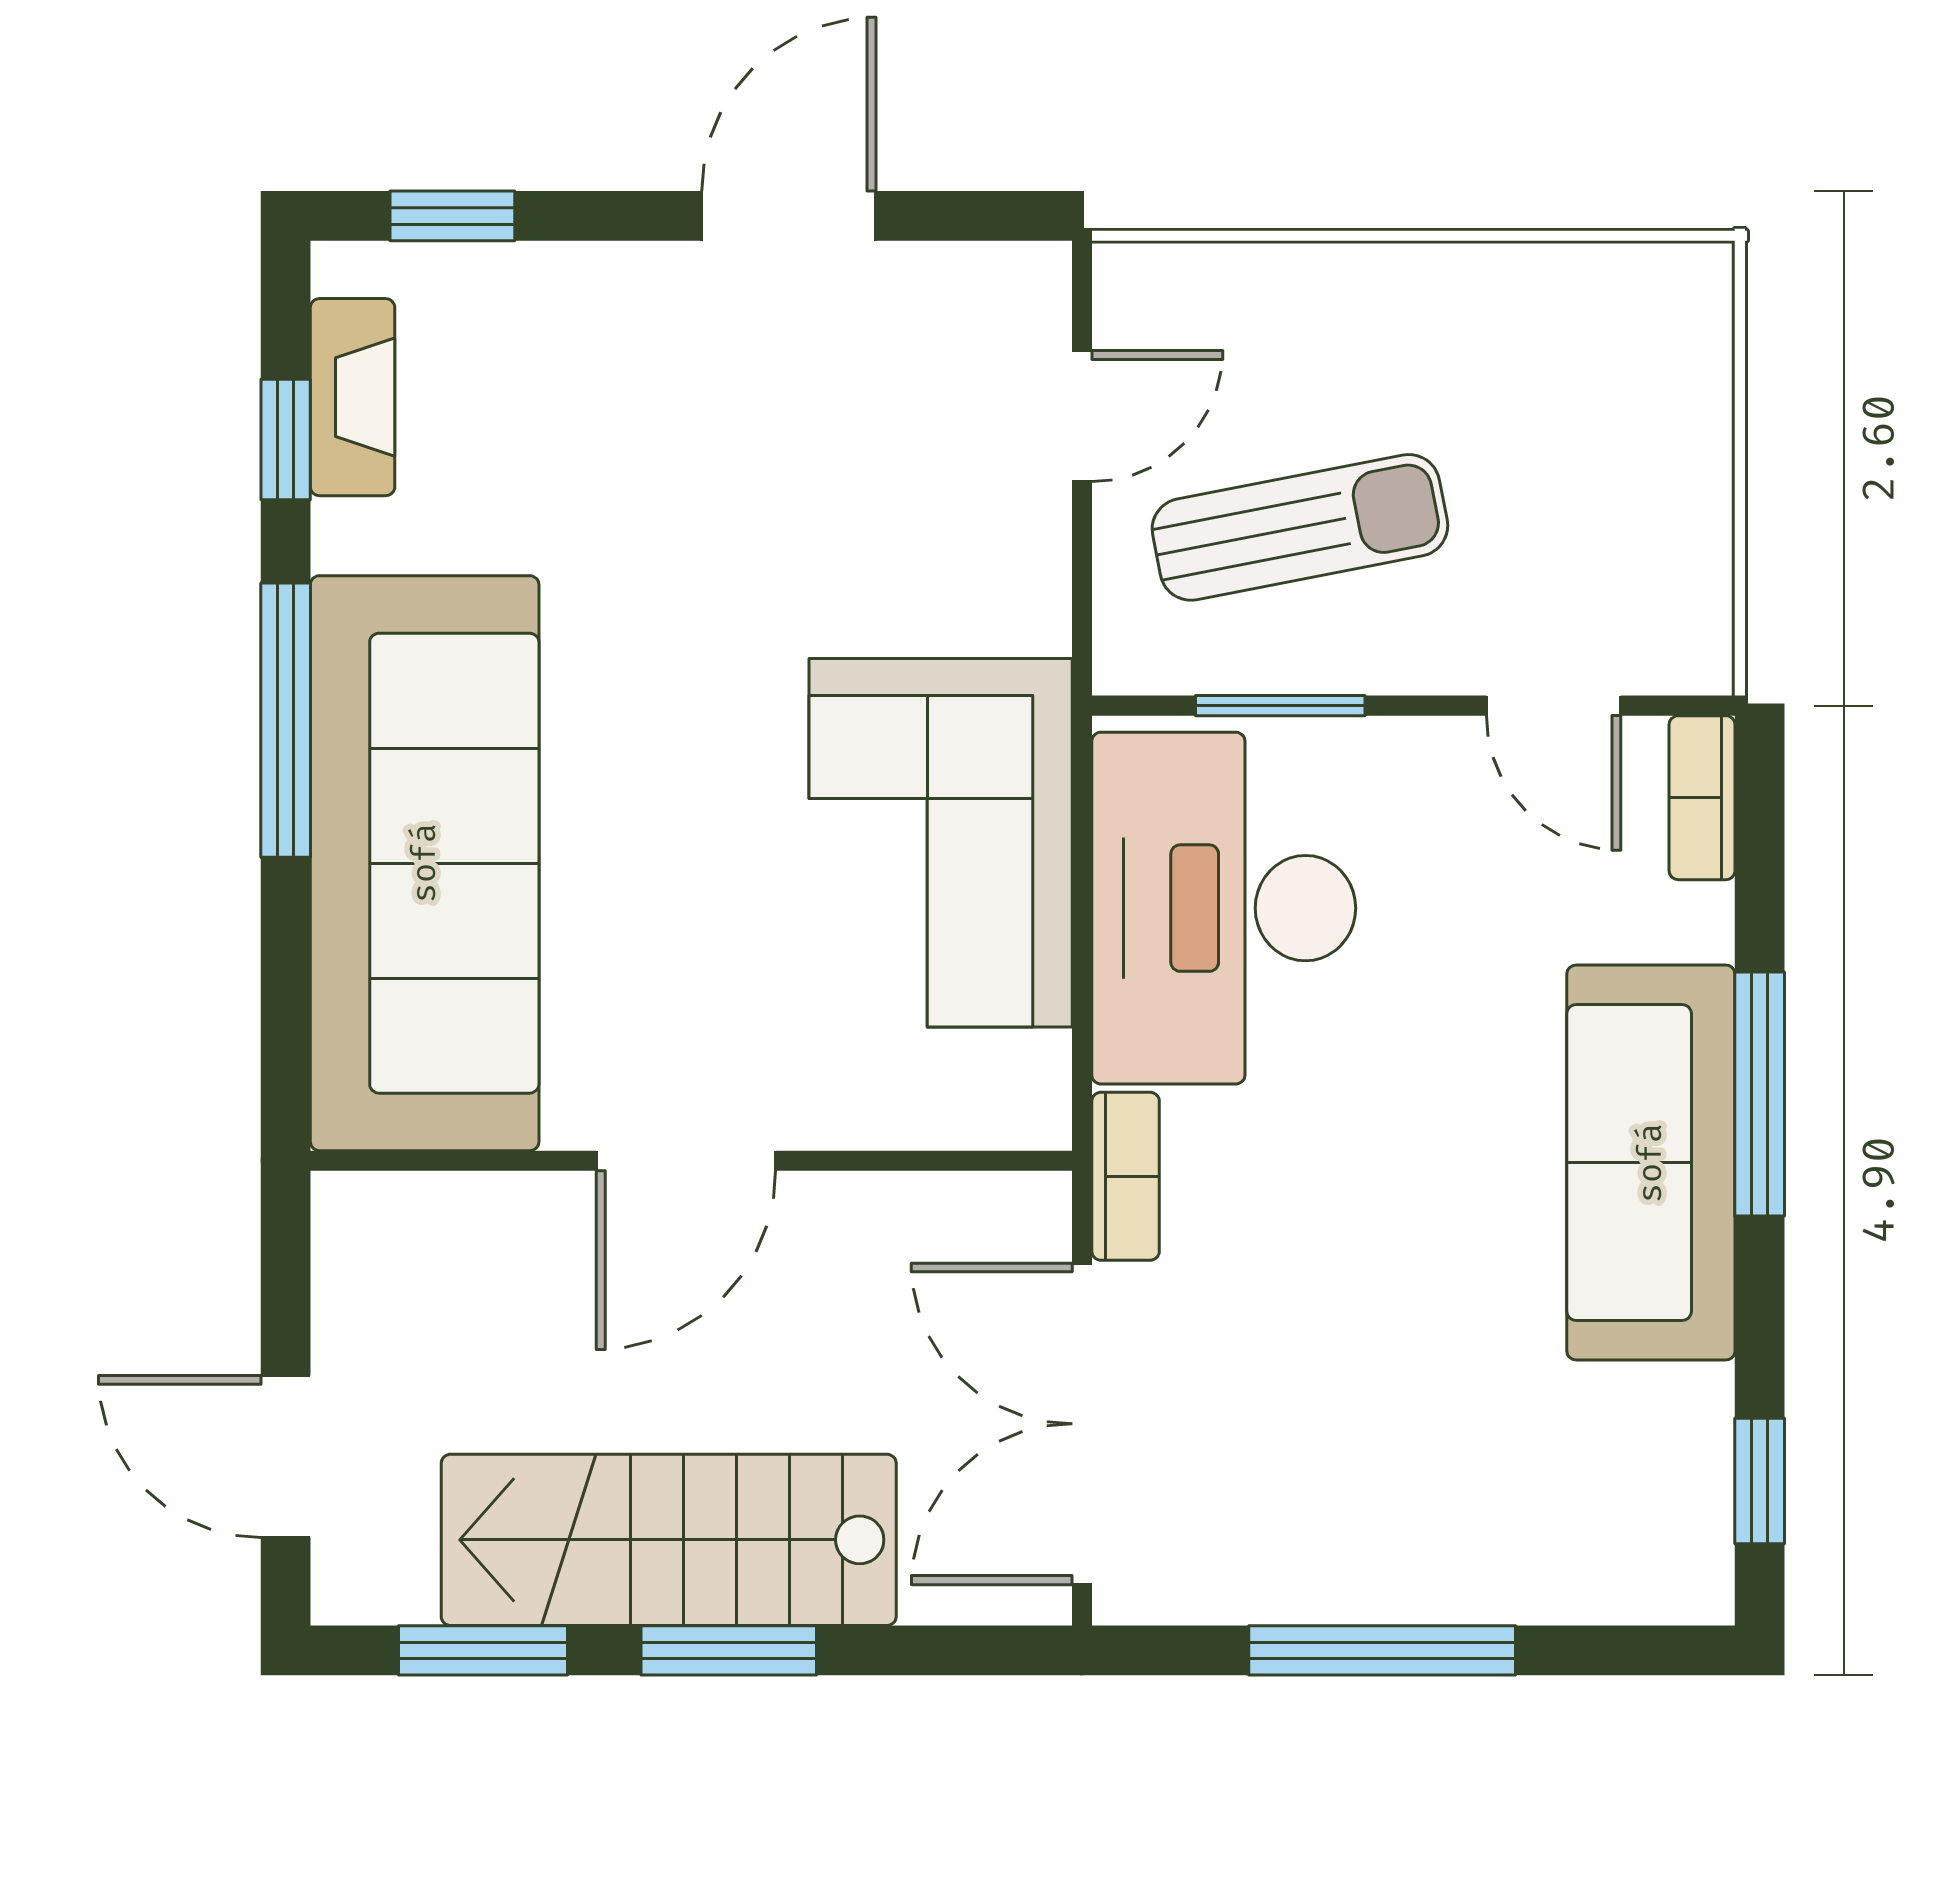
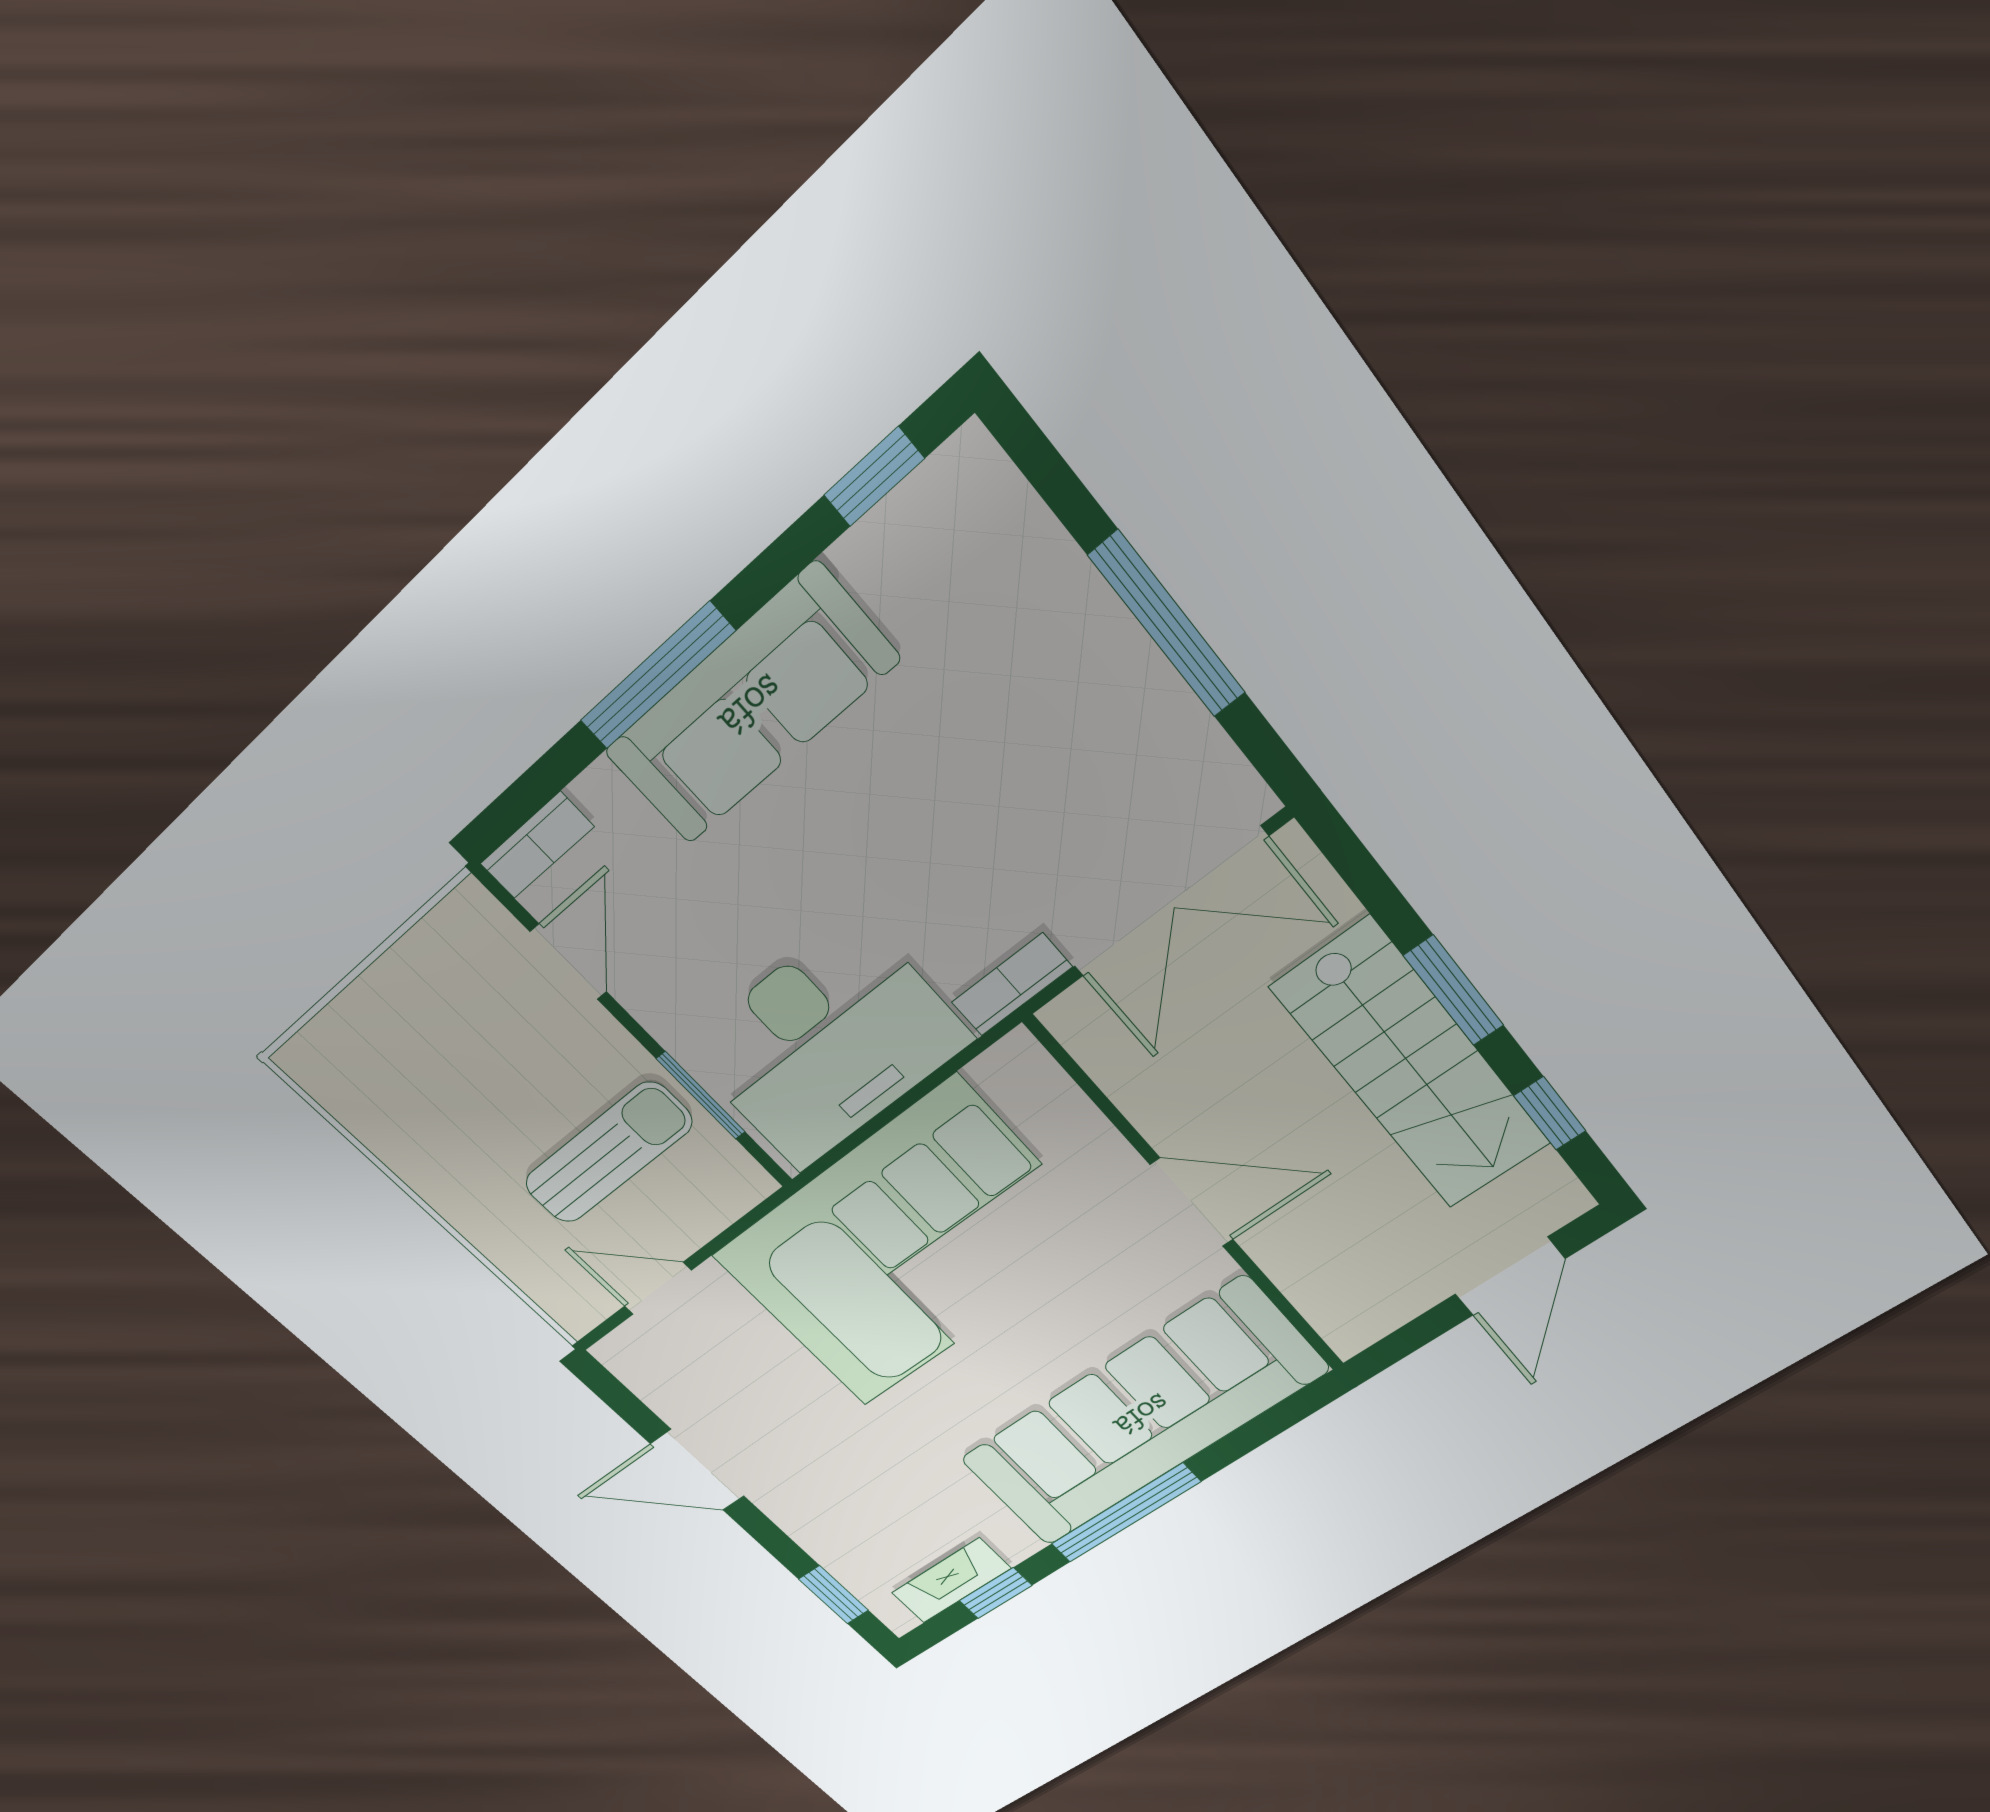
sun lounger: (1300, 527) -> (608, 1153), turned 101
corner sofa: (941, 843) -> (909, 1246), width x1.36, depth x1.36
window: (483, 1650) -> (1550, 1113), width x0.67

